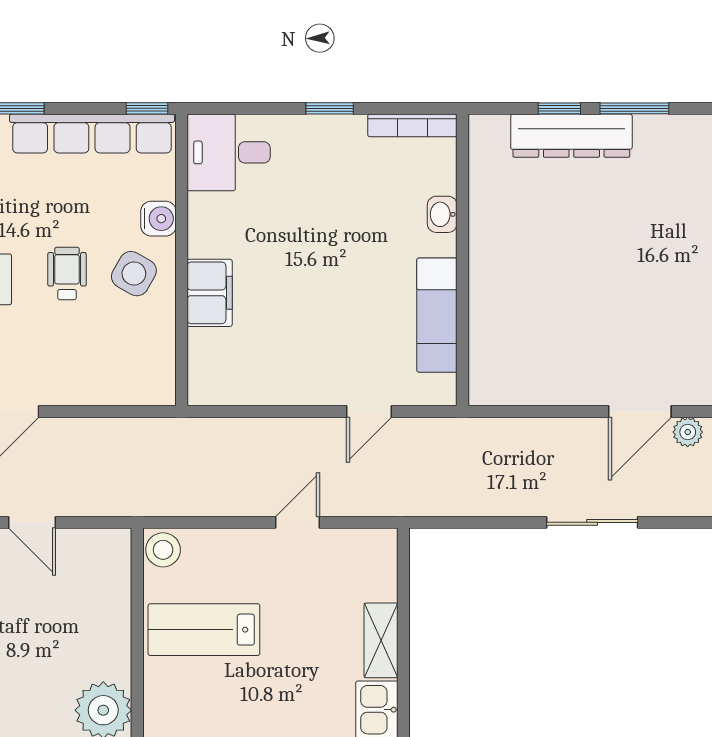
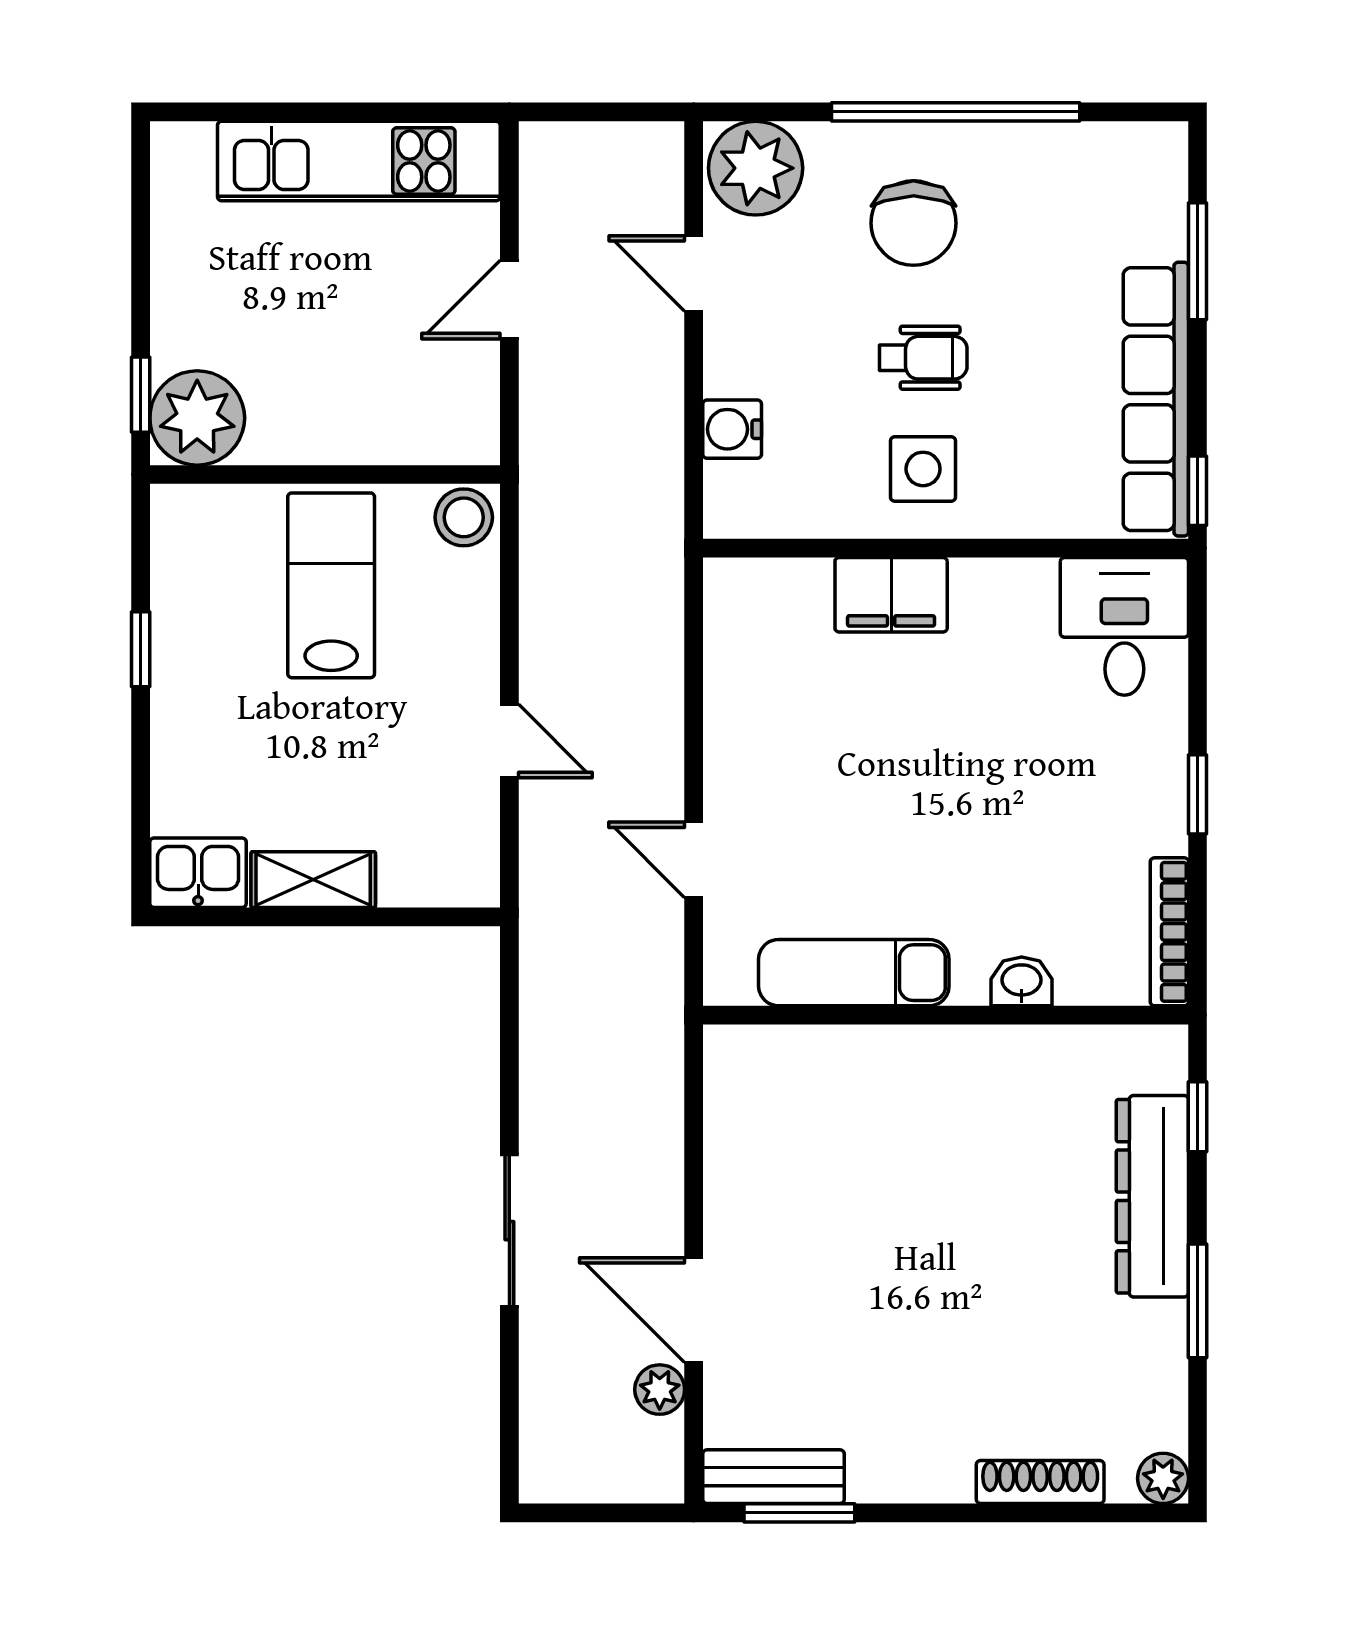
window: (559, 108) -> (1198, 1117), moved
water cooler: (158, 219) -> (732, 429), moved, turned 90
side table: (134, 274) -> (923, 469), turned -30

